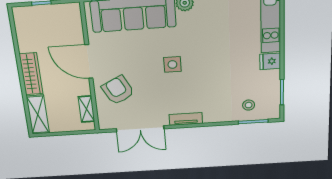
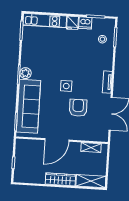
dishwasher: (271, 79) -> (85, 23), added
armchair: (118, 90) -> (78, 108), moved, turned 117

